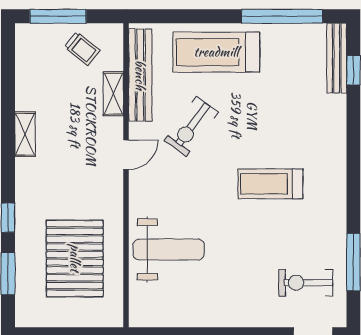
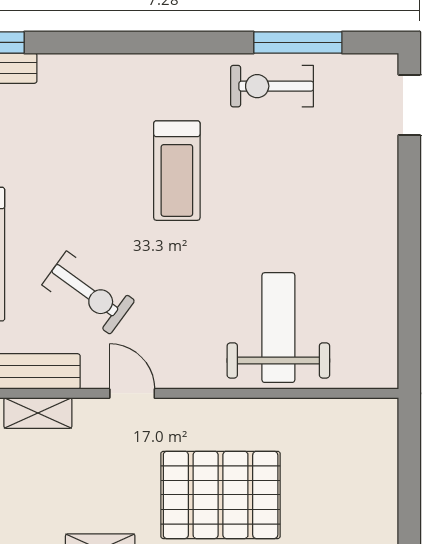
pallet: (75, 258) -> (221, 495), moved
exercise bike: (306, 283) -> (272, 86), moved, turned 90

